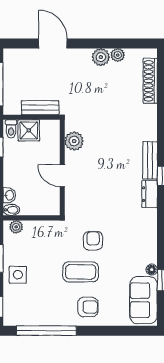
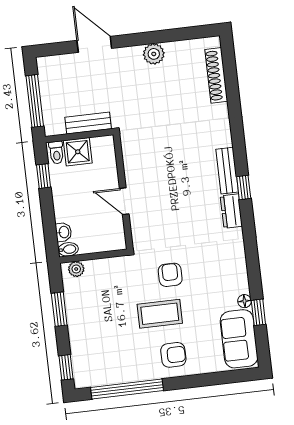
plant: (118, 55) -> (174, 49), removed
plant: (74, 141) -> (134, 158), removed
side table: (18, 275) -> (85, 326), removed

